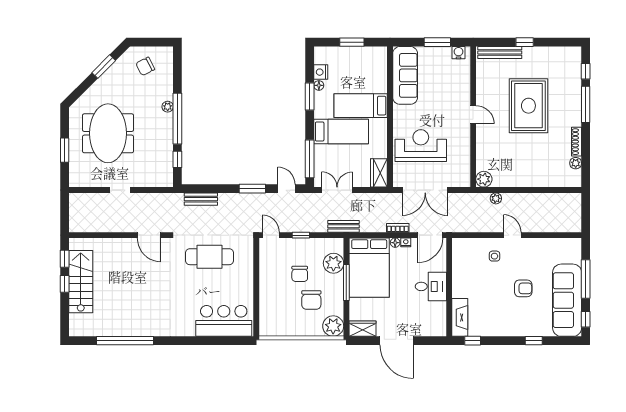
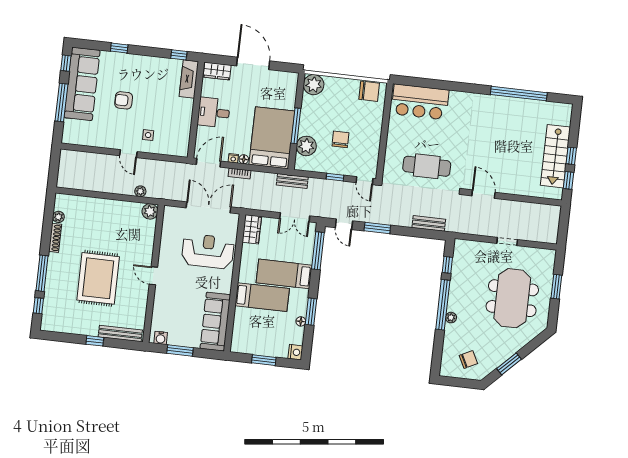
nightstand: (321, 72) -> (295, 352), moved
reception desk: (421, 146) -> (208, 251), turned 180
chair: (311, 300) -> (369, 91), moved, turned 90
wardrobe: (363, 329) -> (217, 71), moved

